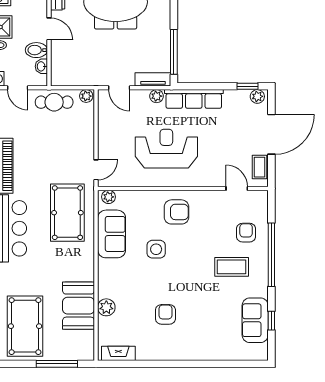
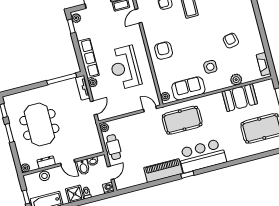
door: (49, 29) -> (68, 163), swing flipped
side table: (156, 249) -> (210, 67), moved
armchair: (165, 314) -> (231, 41), turned 78

